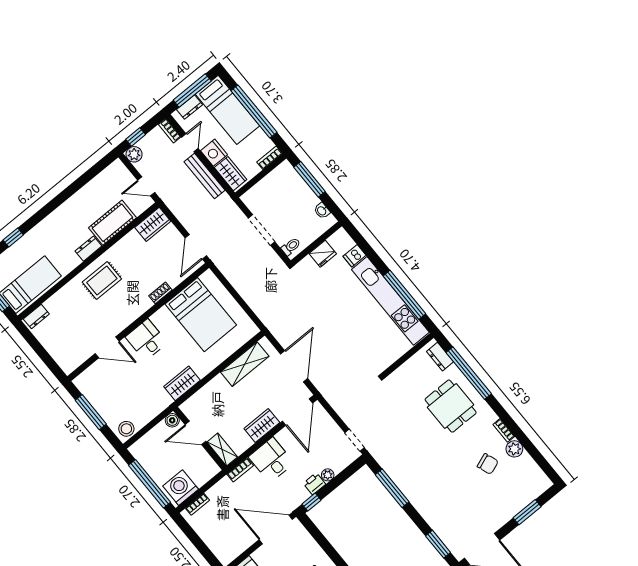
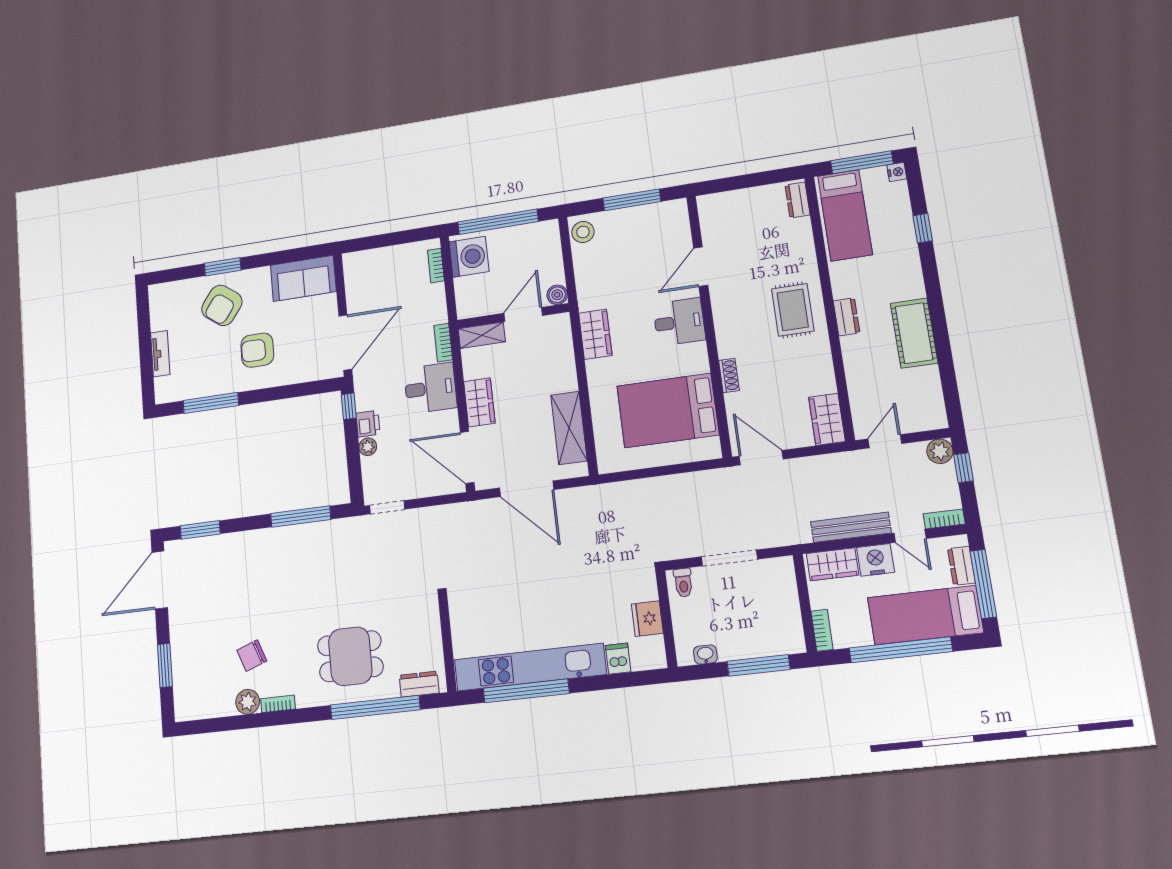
cot: (112, 223) -> (914, 333), moved

